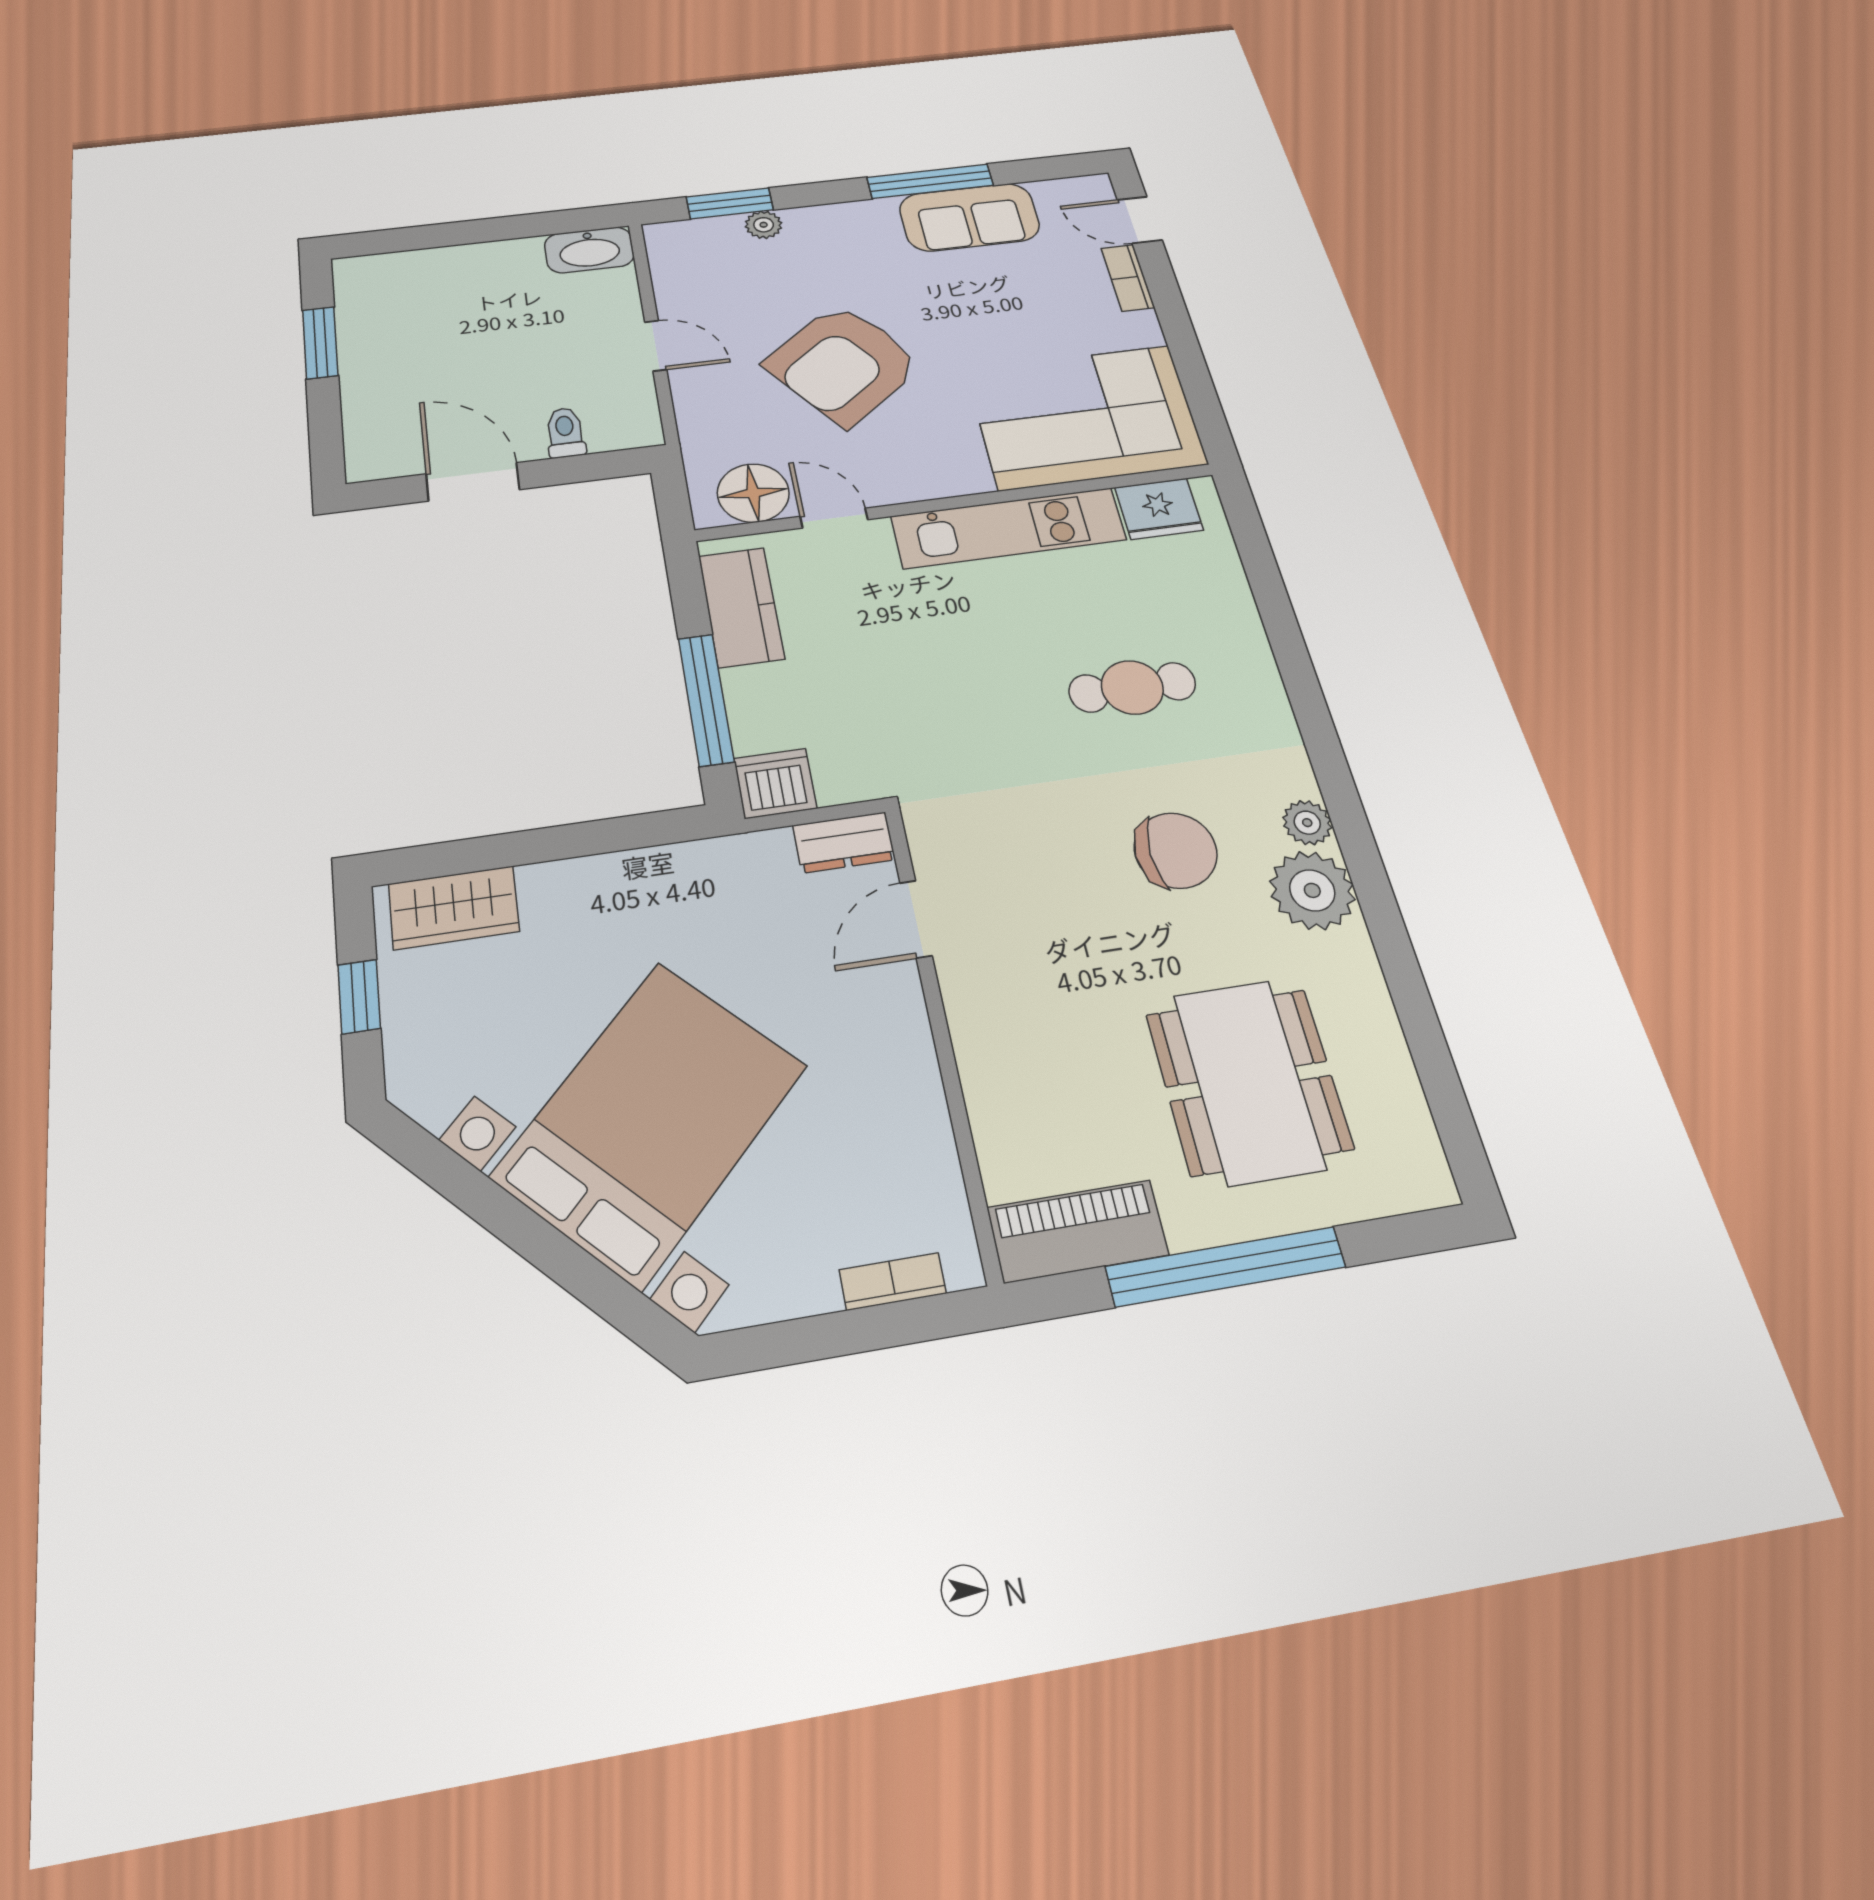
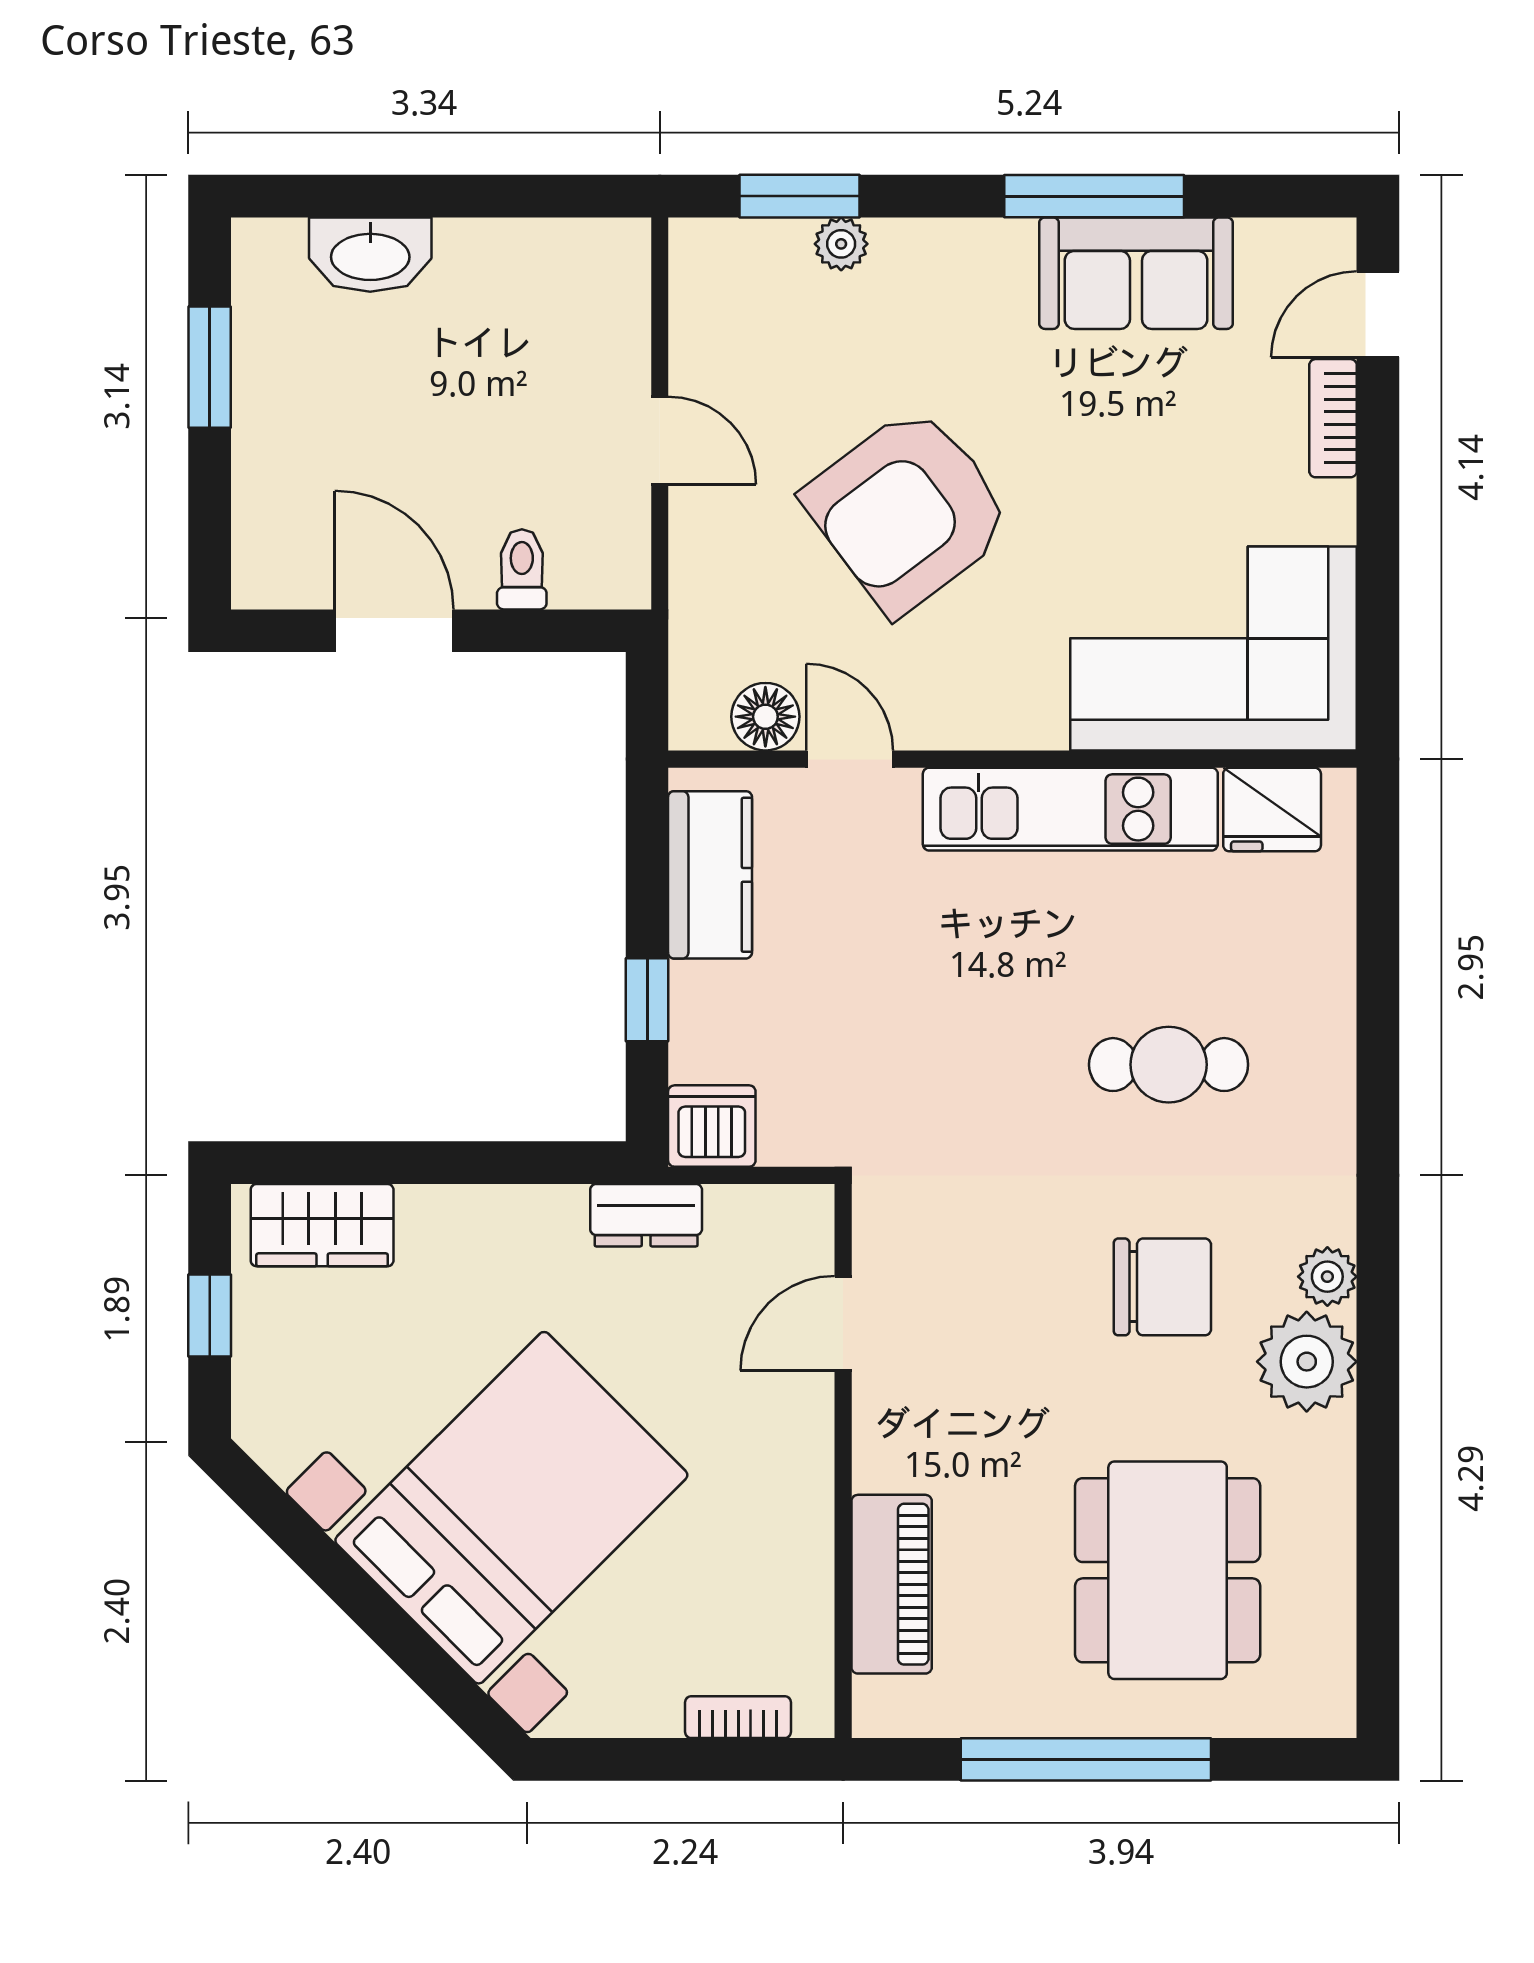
door: (1140, 220) -> (1378, 314), hinge flipped
washbasin: (589, 250) -> (370, 255), moved
floor lamp: (753, 493) -> (765, 717), width x0.73, depth x0.73
window: (706, 699) -> (647, 1000), width x0.46
dresser: (844, 842) -> (646, 1215), moved
piano: (1078, 1231) -> (892, 1584), moved, turned 90

